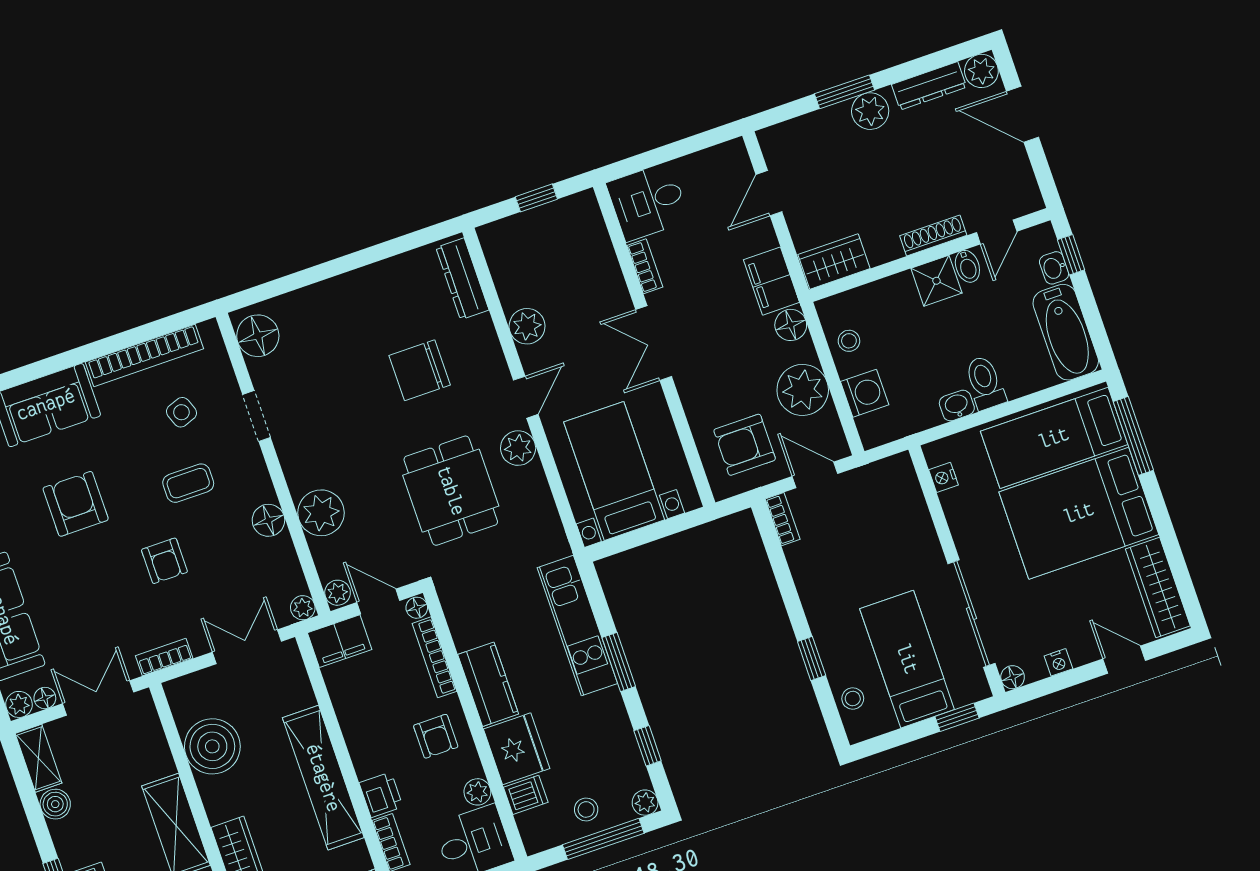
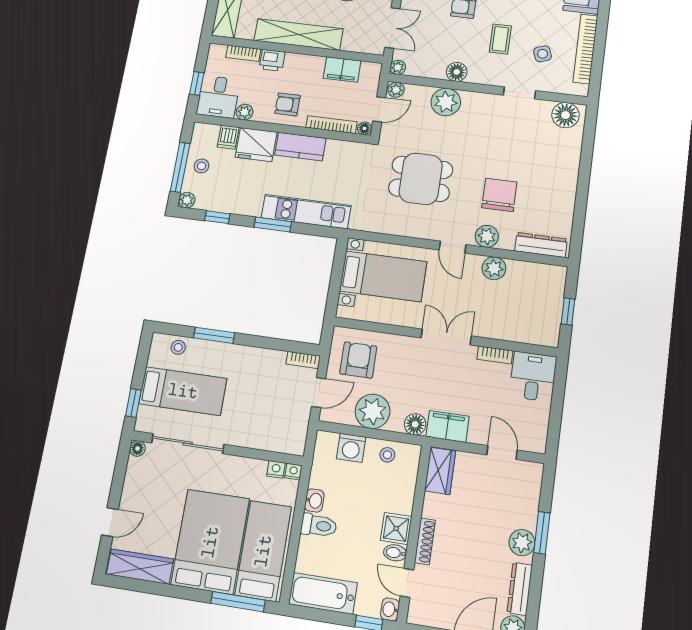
washbasin: (1054, 268) -> (390, 609), moved, turned -90
plant: (518, 448) -> (487, 236), moved
filing cabinet: (340, 641) -> (342, 69), moved, turned -90
window: (812, 658) -> (214, 335), width x1.50
nightstand: (1058, 662) -> (293, 472), moved, turned 90

